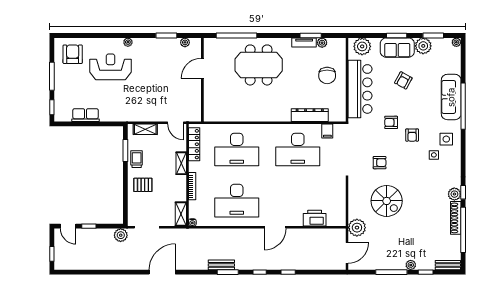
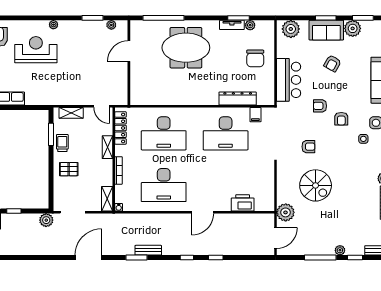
bar counter: (360, 89) -> (289, 80), width x0.73
window: (228, 272) -> (136, 258), moved

